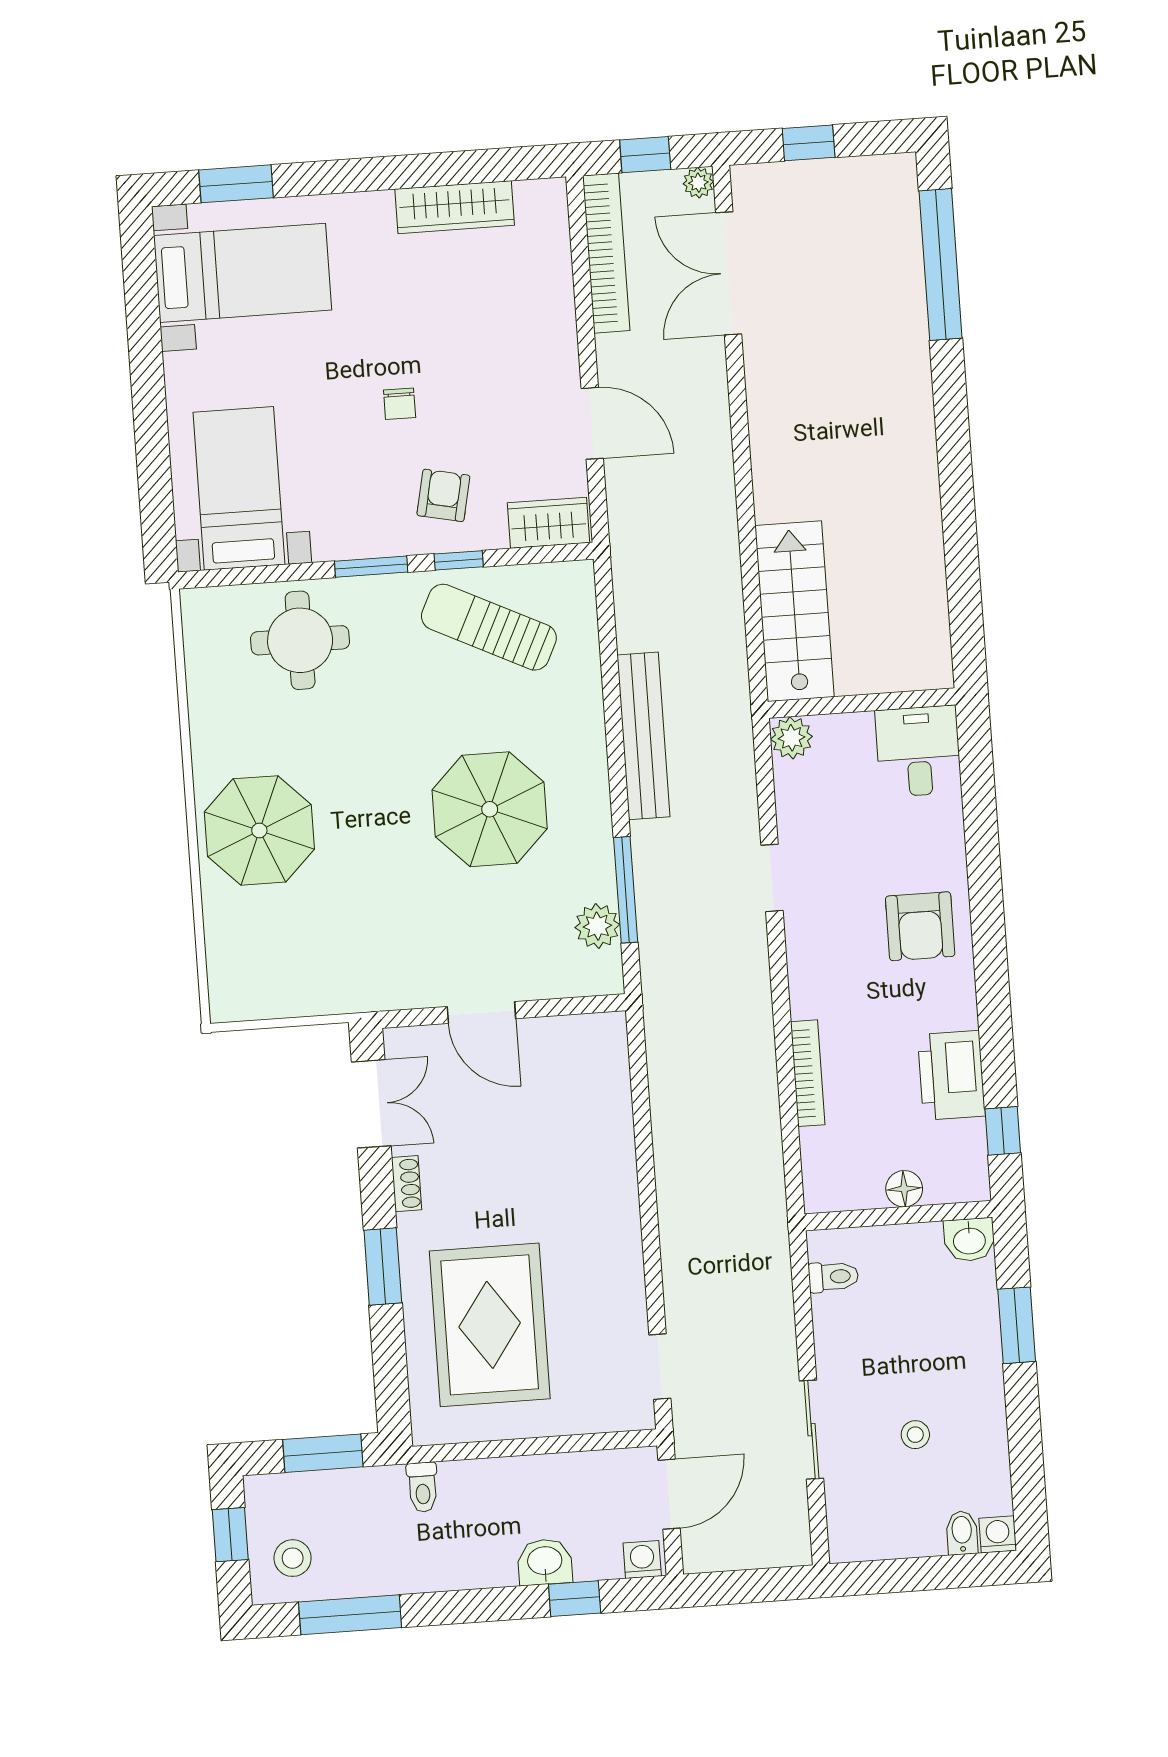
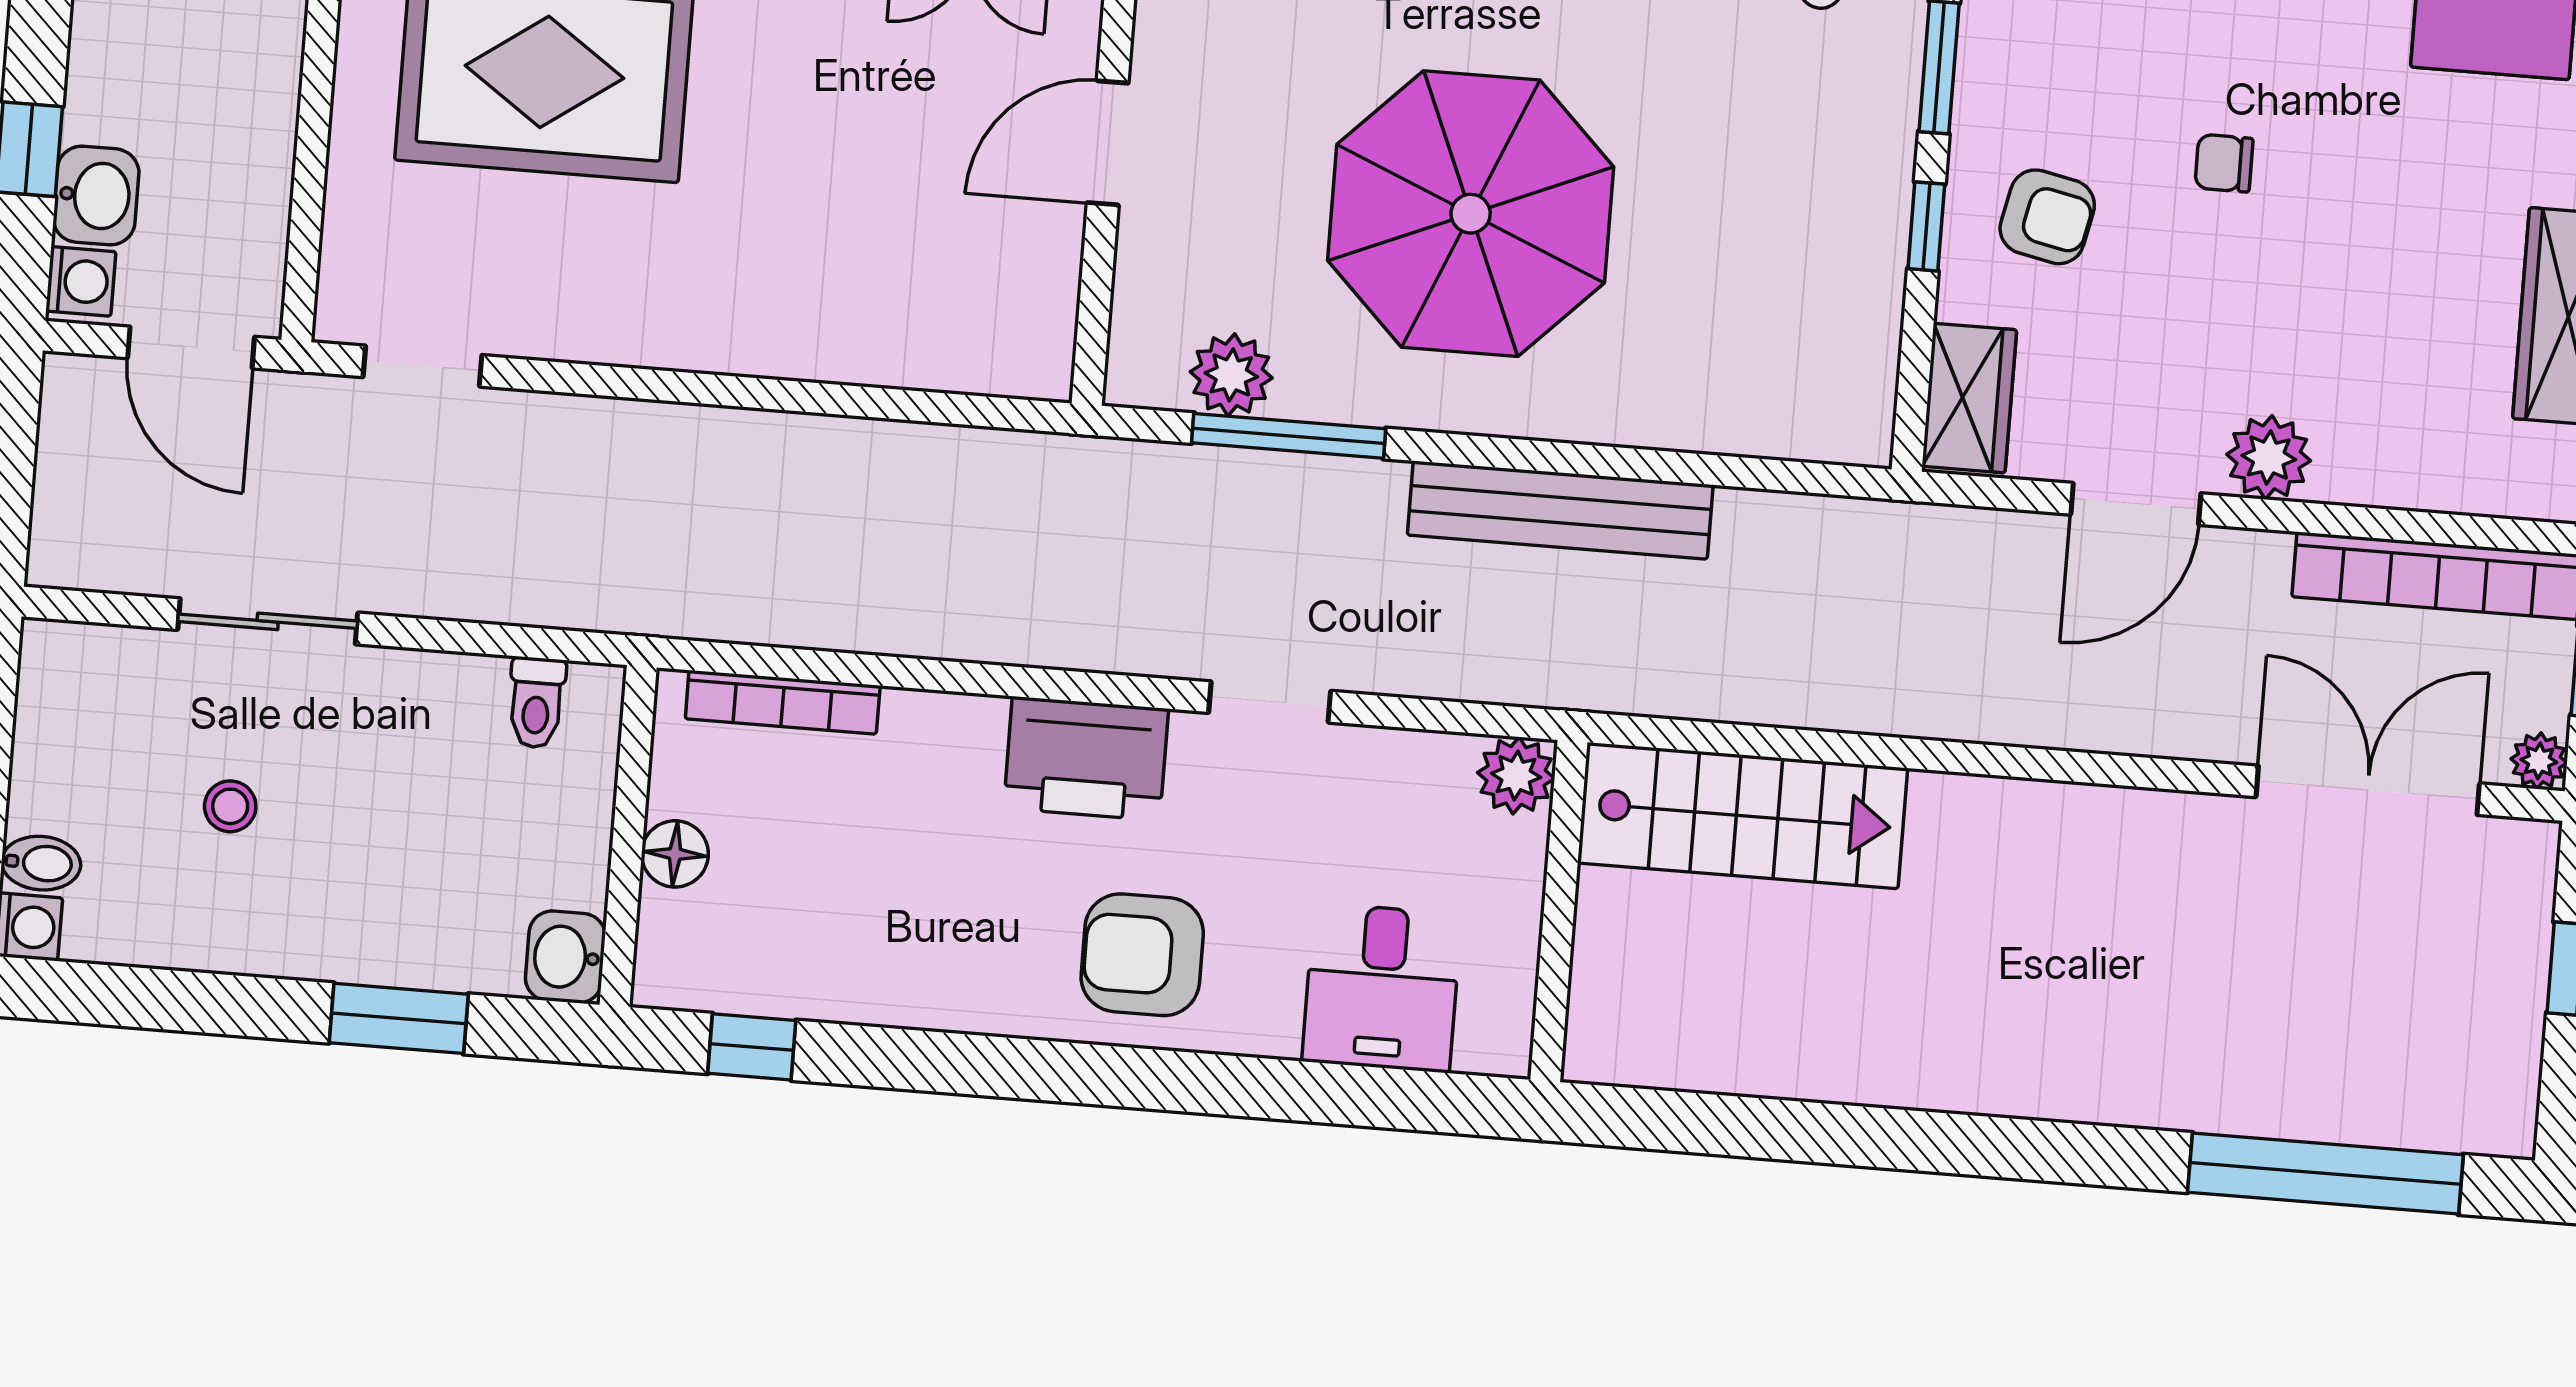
plant: (556, 355) -> (2269, 457), added
sun lounger: (489, 627) -> (1798, 262), removed
desk: (918, 751) -> (1382, 988), moved, turned 90
parasol: (490, 809) -> (1471, 214), width x1.36, depth x1.36
bookcase: (808, 1073) -> (783, 702), moved
printer: (951, 1075) -> (1086, 758), moved, turned 180
washbasin: (545, 1562) -> (96, 196), moved

